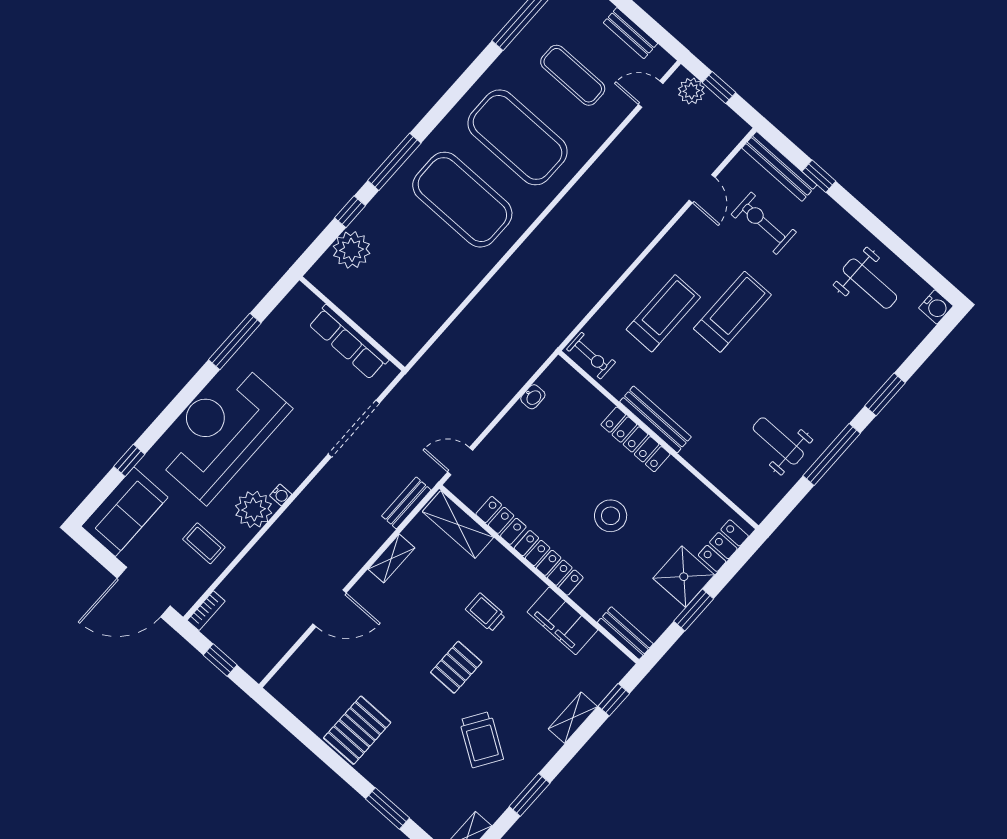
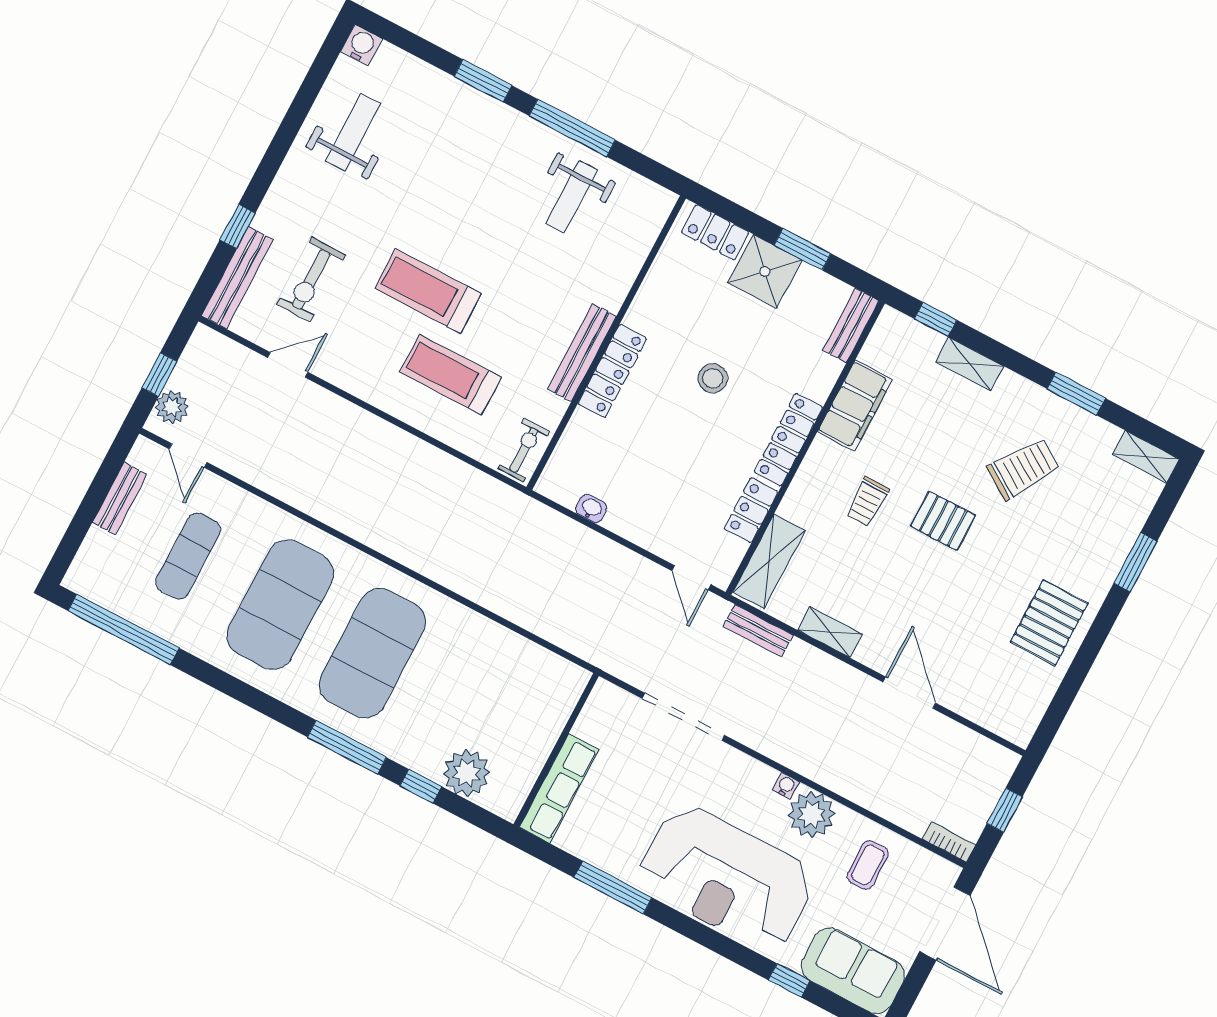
row of seats: (348, 342) -> (559, 788), moved
stool: (611, 516) -> (713, 378), width x0.73, depth x0.73
pallet: (357, 730) -> (1049, 623), turned 90

